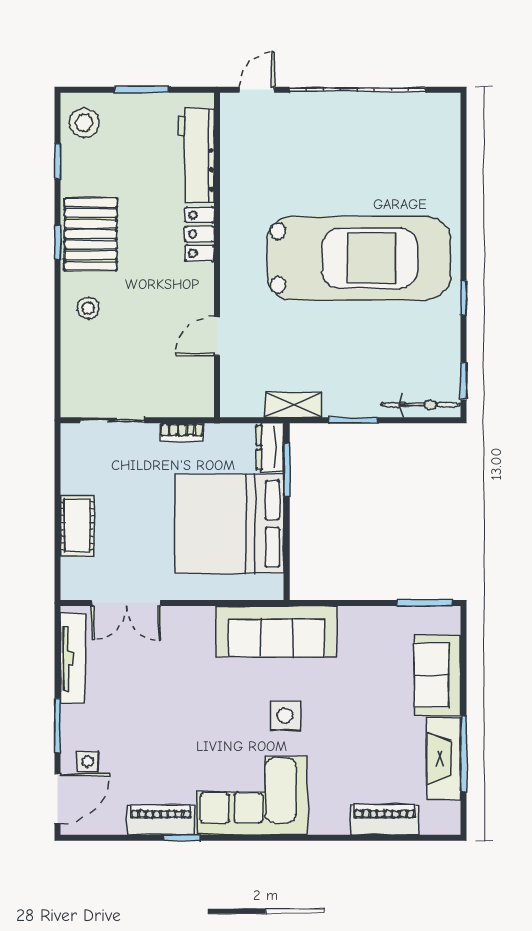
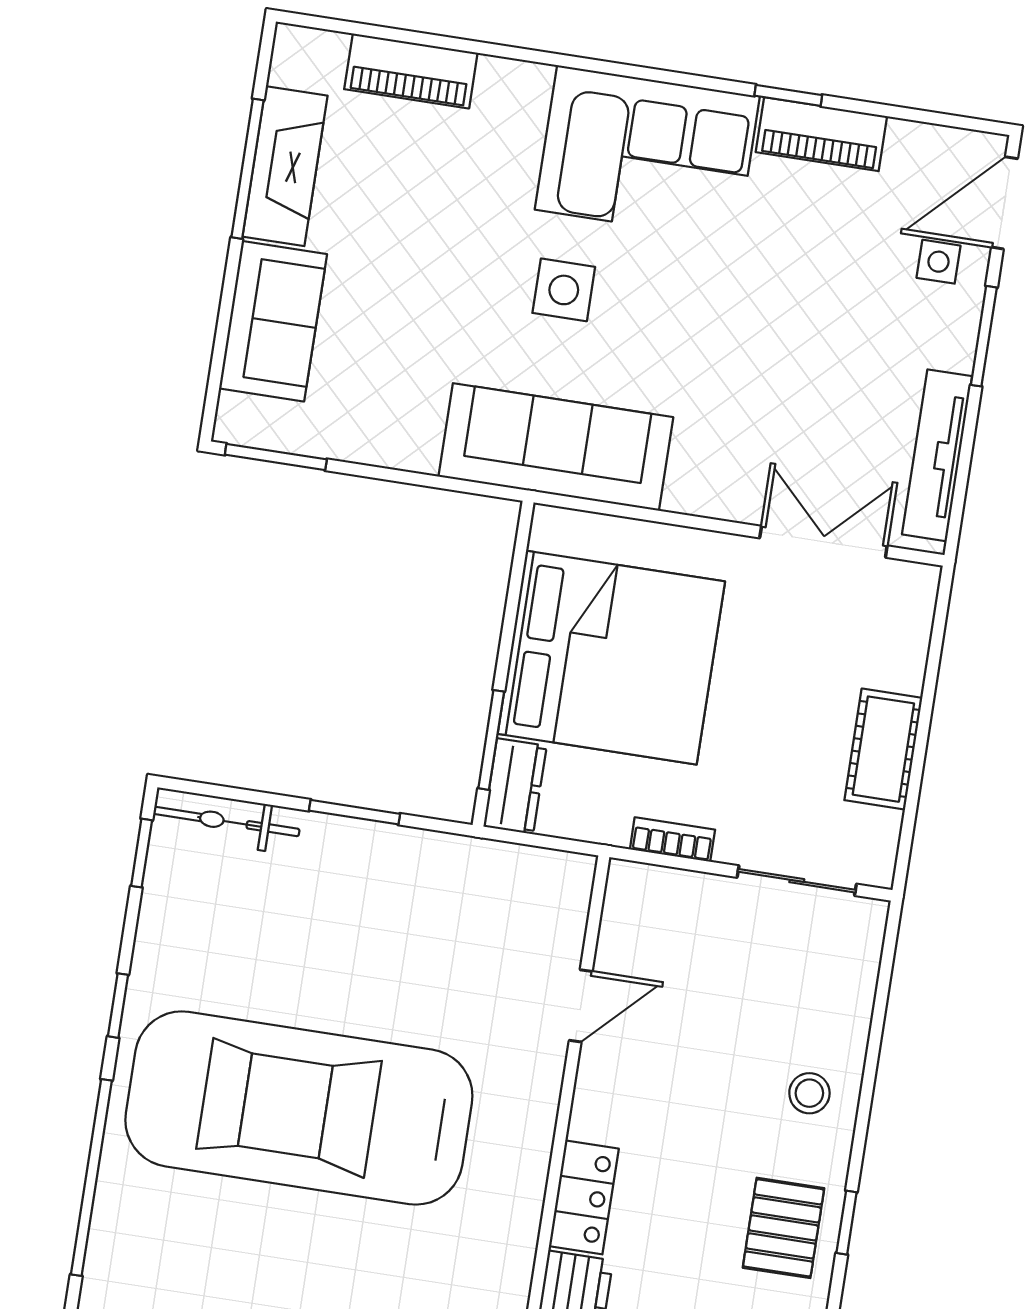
window: (464, 204) -> (91, 1178), added
pallet: (91, 234) -> (783, 1228), width x0.67, depth x0.71
shelving: (293, 405) -> (461, 858), removed
cot: (77, 526) -> (883, 749), moved

